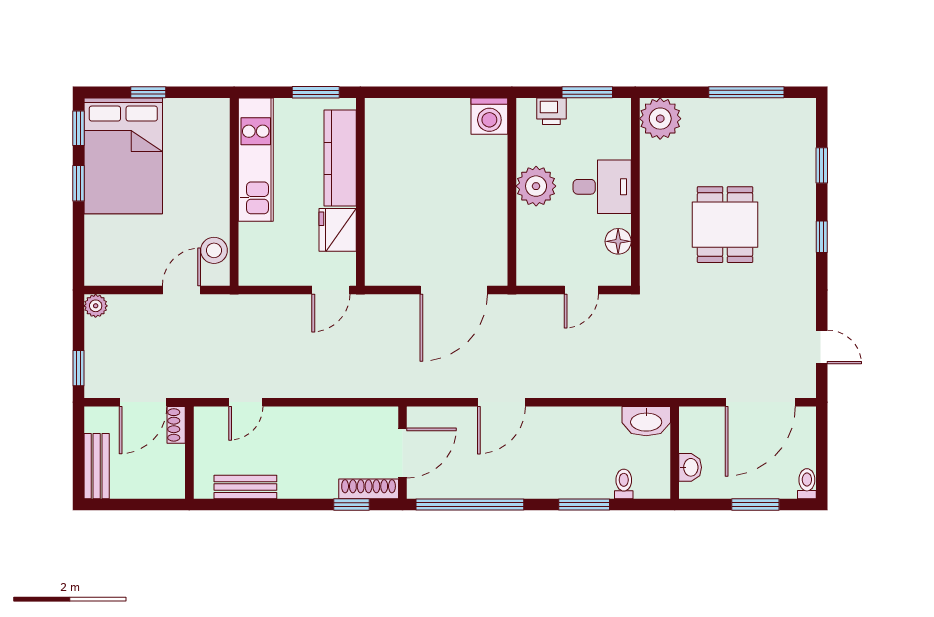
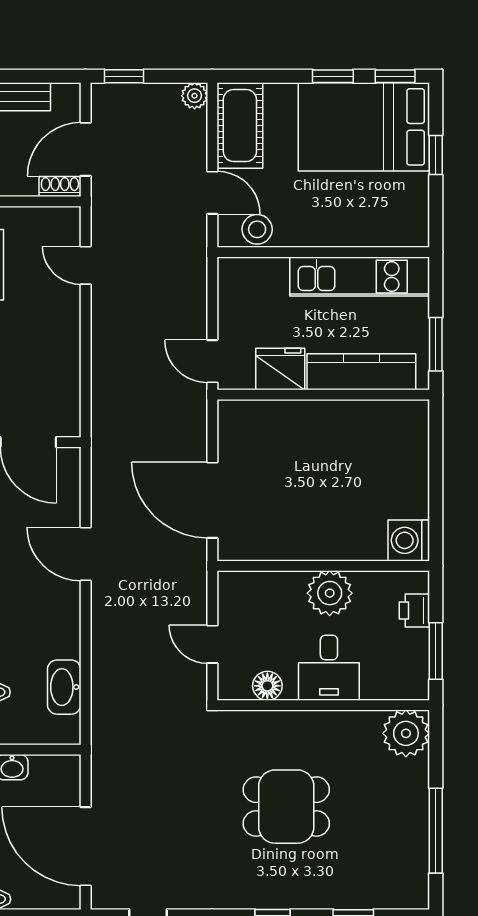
cot: (122, 266) -> (240, 125), added
door: (143, 402) -> (86, 149), hinge flipped
washbasin: (646, 421) -> (64, 687), moved

